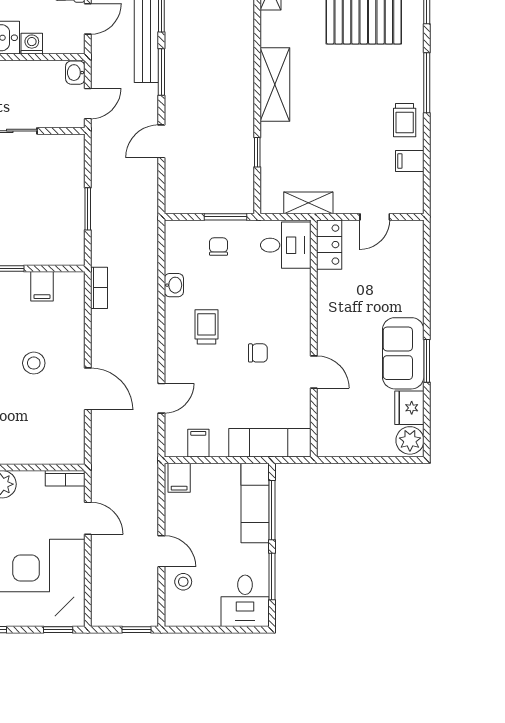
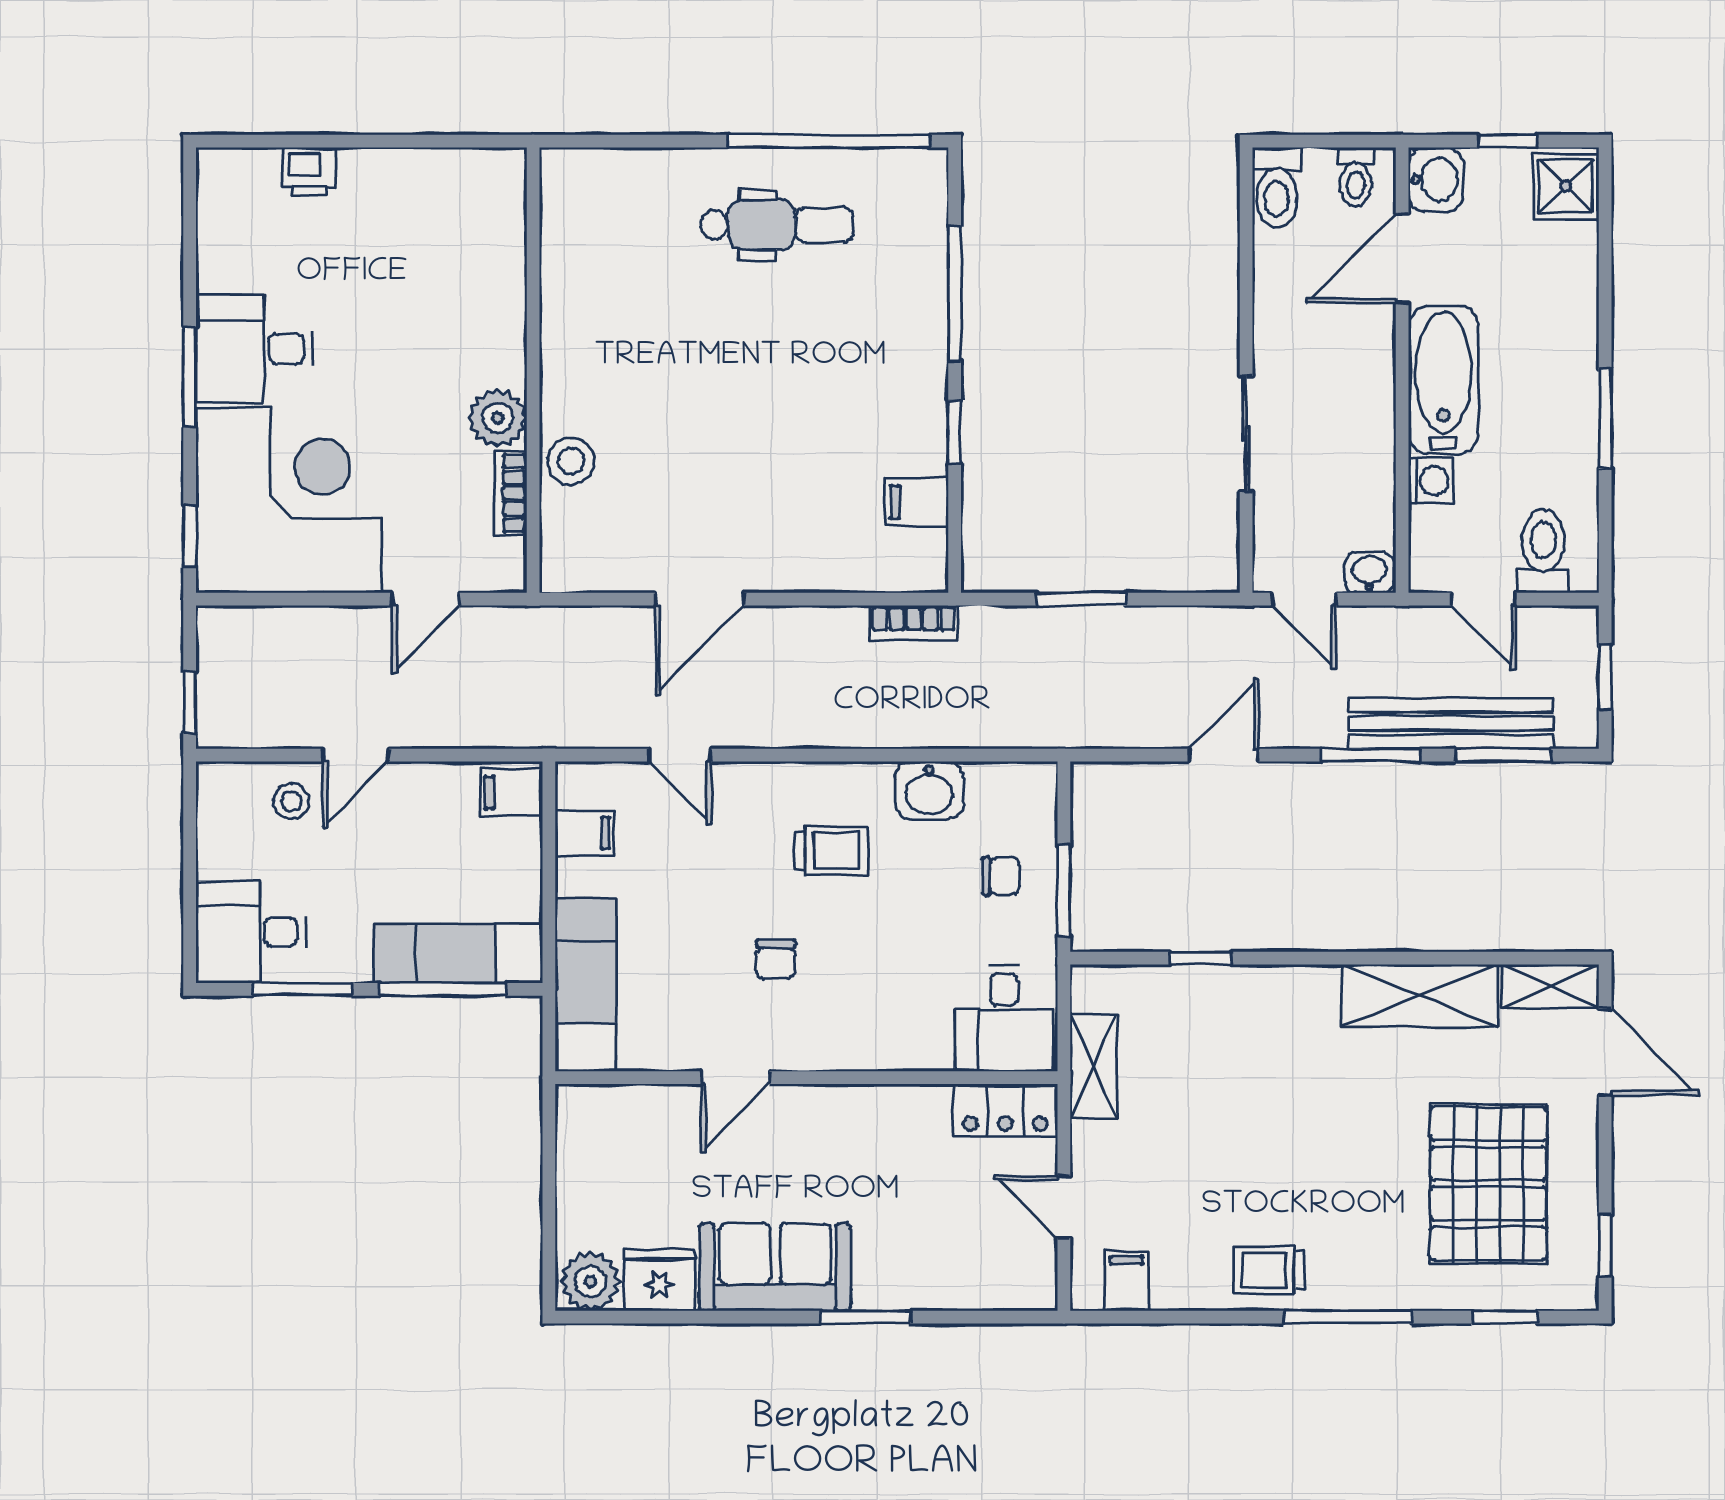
shelving: (275, 84) -> (1419, 996), moved
door: (161, 141) -> (1224, 755), hinge flipped
filing cabinet: (410, 161) -> (1127, 1281), moved
washbasin: (174, 285) -> (929, 791), width x1.38, depth x1.45
window: (427, 361) -> (866, 1317), moved
stool: (34, 363) -> (571, 461), moved
bookcase: (65, 478) -> (510, 493), moved

